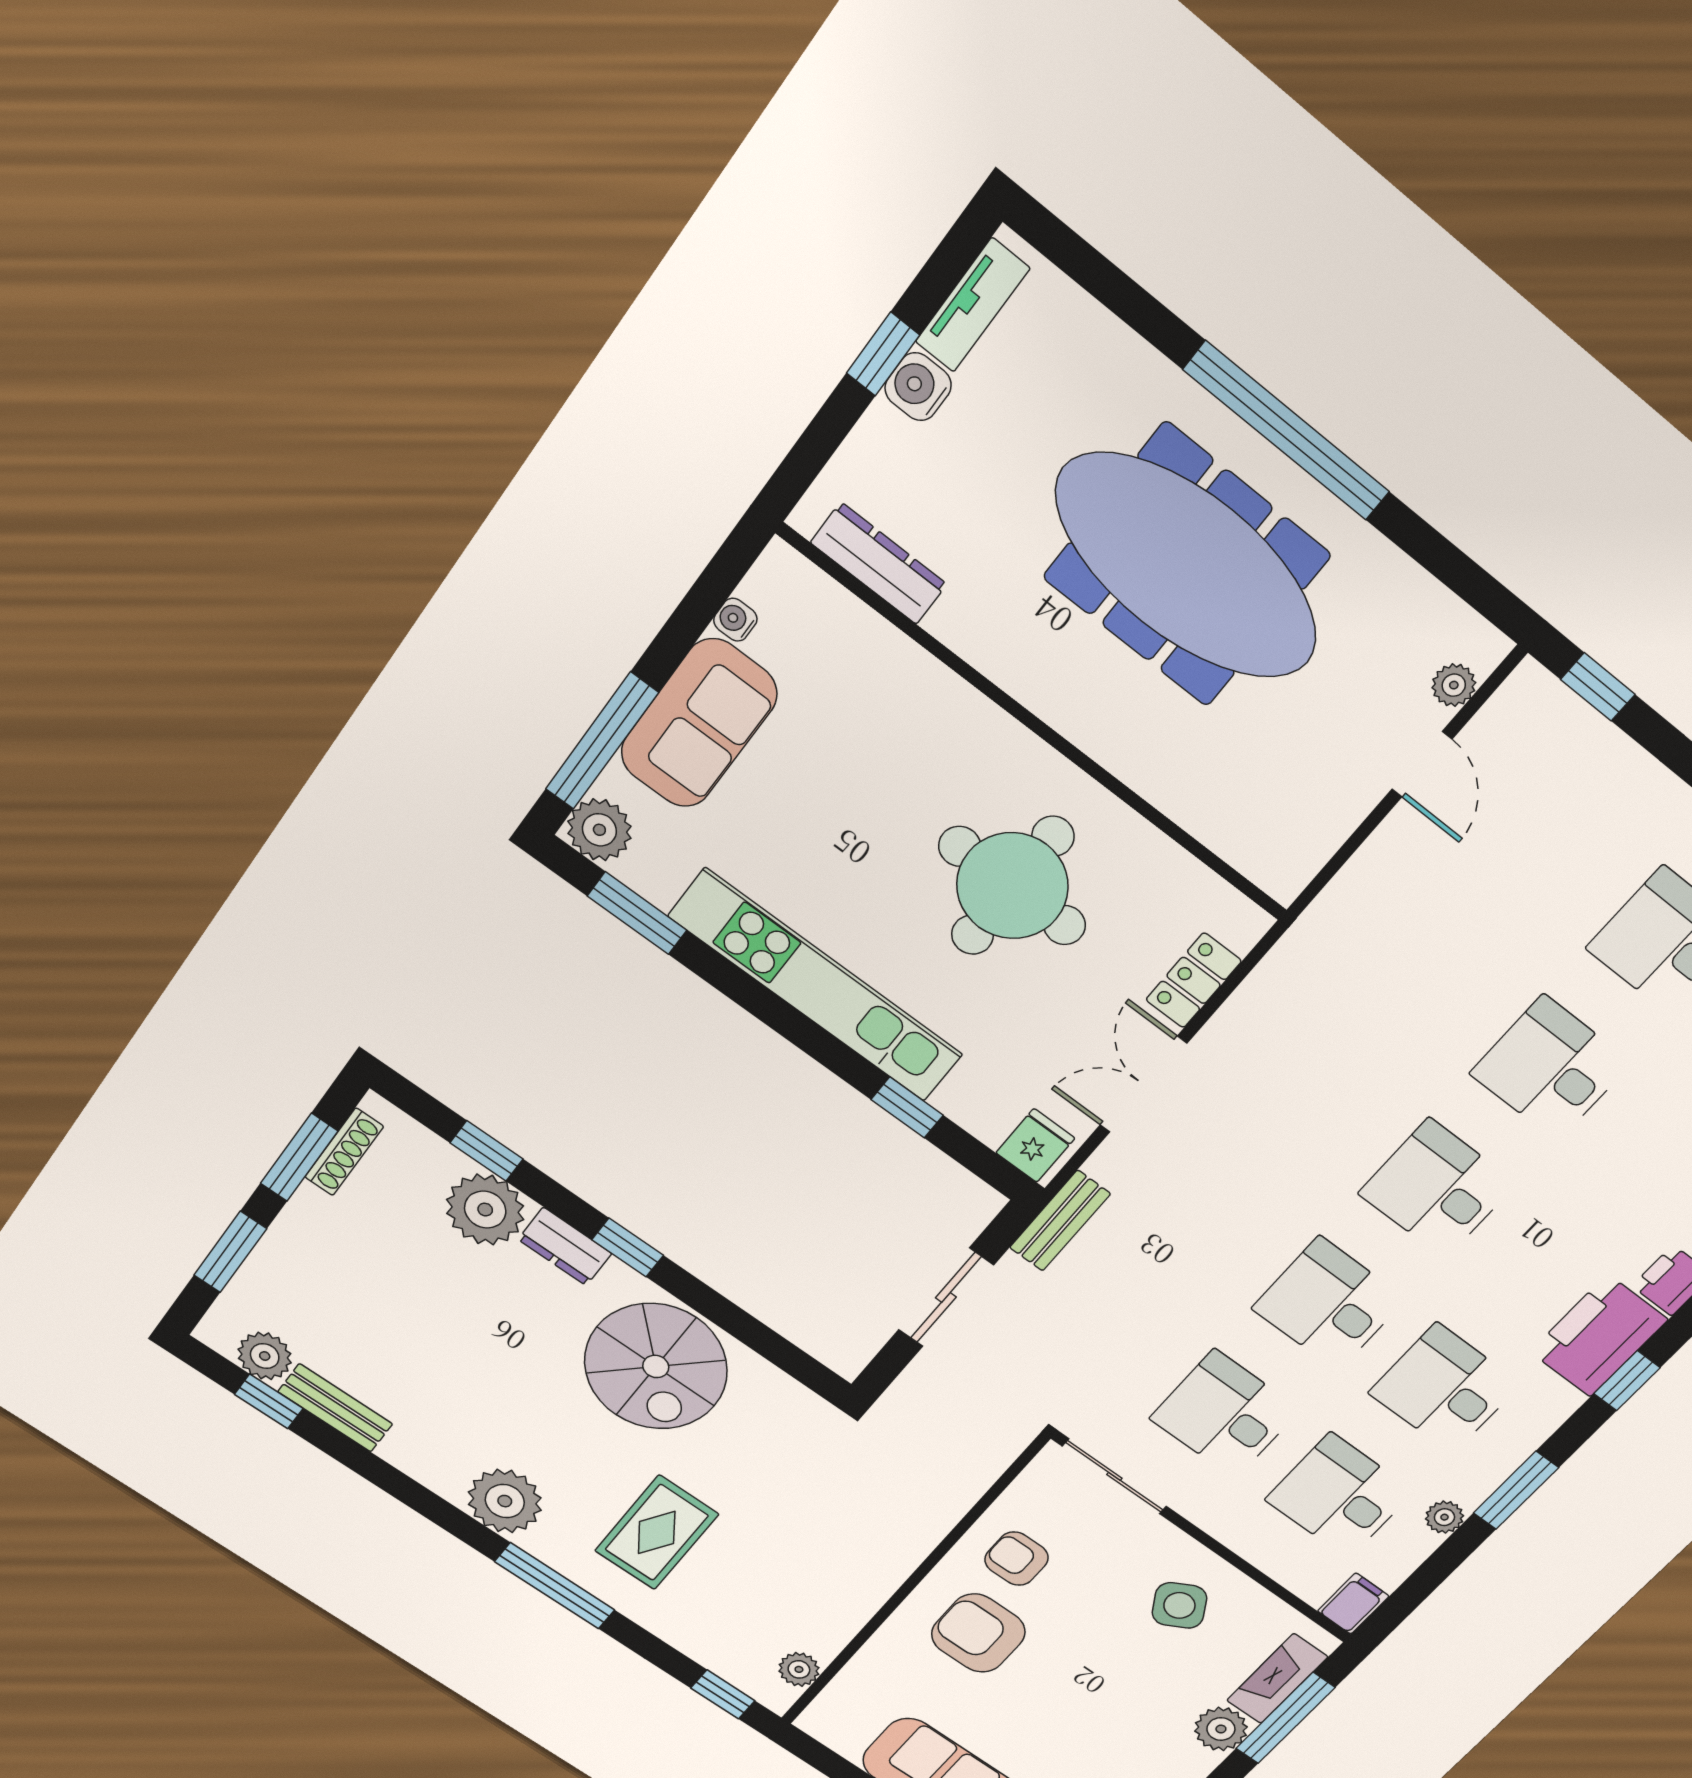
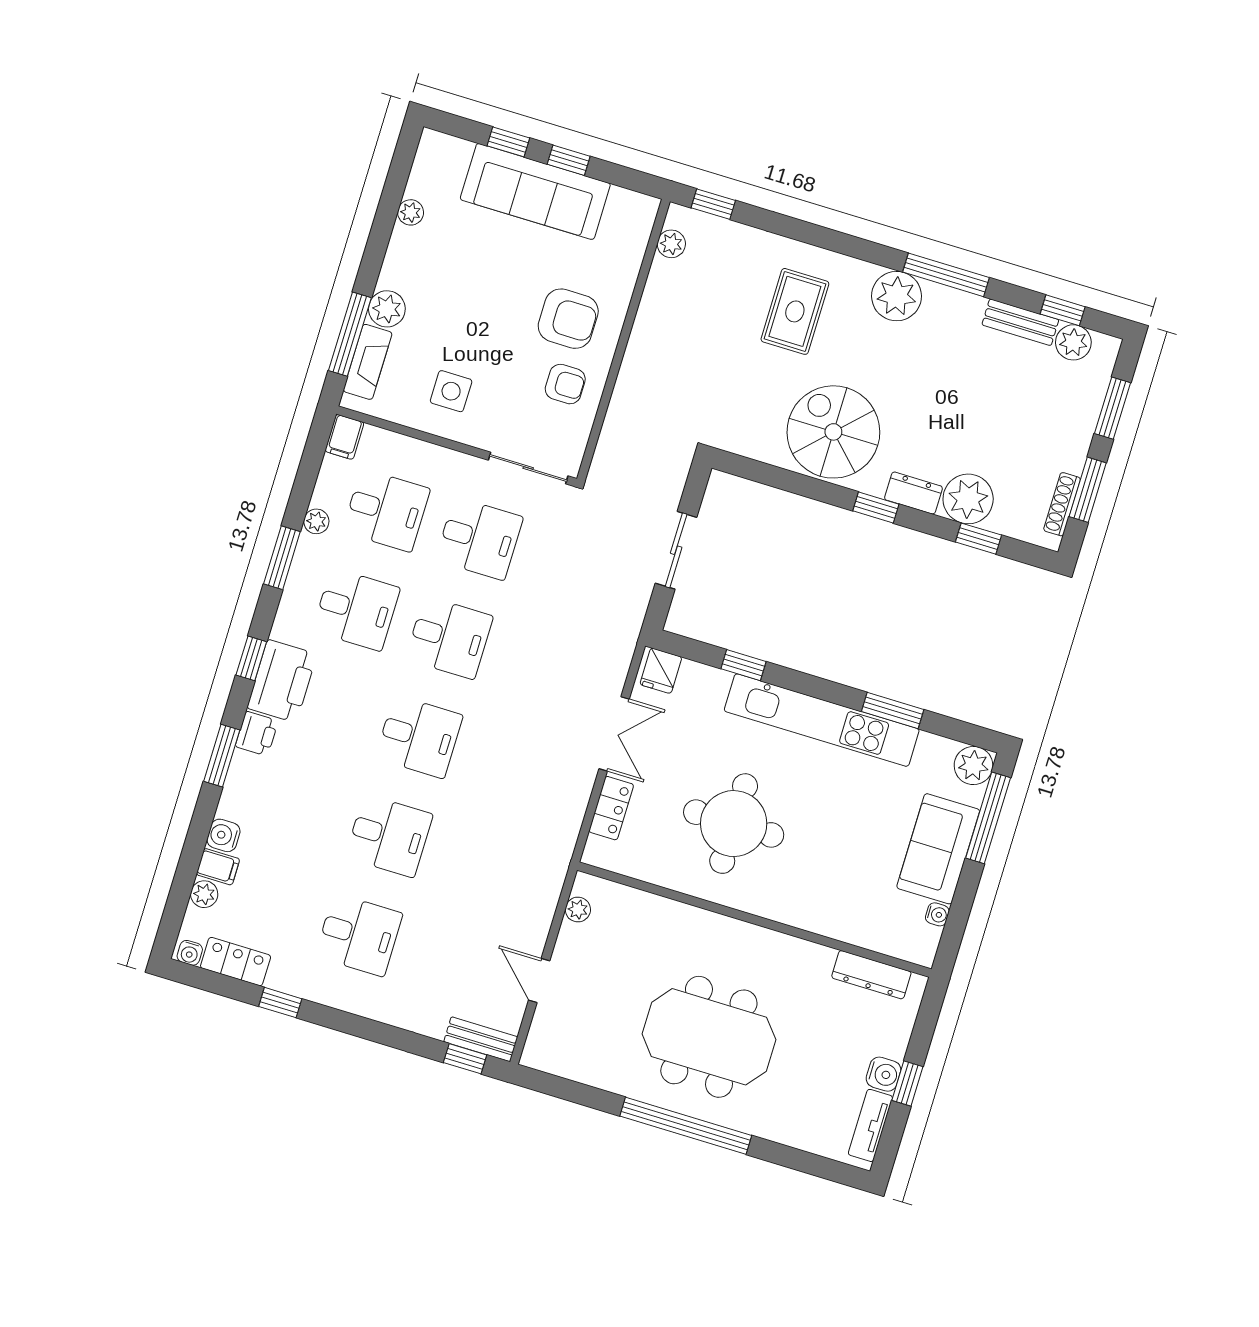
meeting table: (1187, 566) -> (709, 1037), width x0.73
plant: (1454, 685) -> (578, 910), moved
window: (637, 913) -> (893, 711), moved
bench: (1060, 1221) -> (481, 1039), moved, turned 90
window: (555, 1586) -> (946, 275), moved
side table: (1179, 1605) -> (451, 391), turned 30

